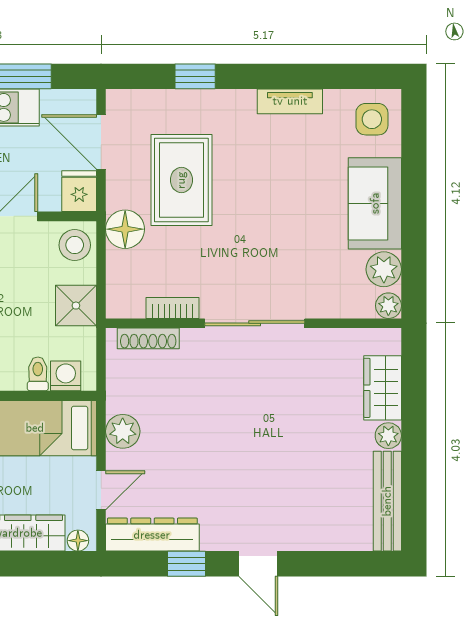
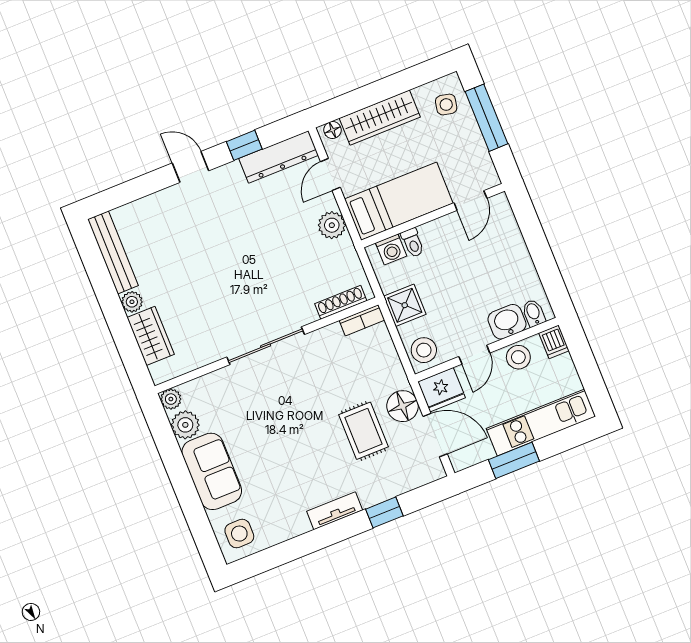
tv unit: (290, 101) -> (335, 511), moved
rug: (181, 180) -> (363, 431), width x0.73, depth x0.70
fridge: (79, 191) -> (442, 390), width x1.38
floor lamp: (125, 229) -> (403, 406), moved
bookcase: (172, 308) -> (362, 320), moved

